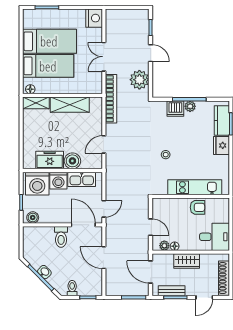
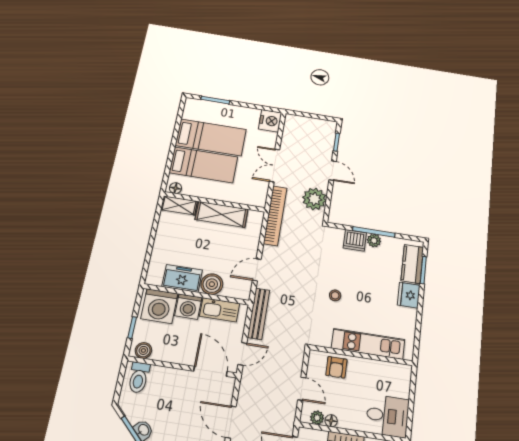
bench: (111, 178) -> (259, 314), added
armchair: (197, 207) -> (336, 367), moved, turned 90
toilet: (61, 237) -> (139, 377), moved

